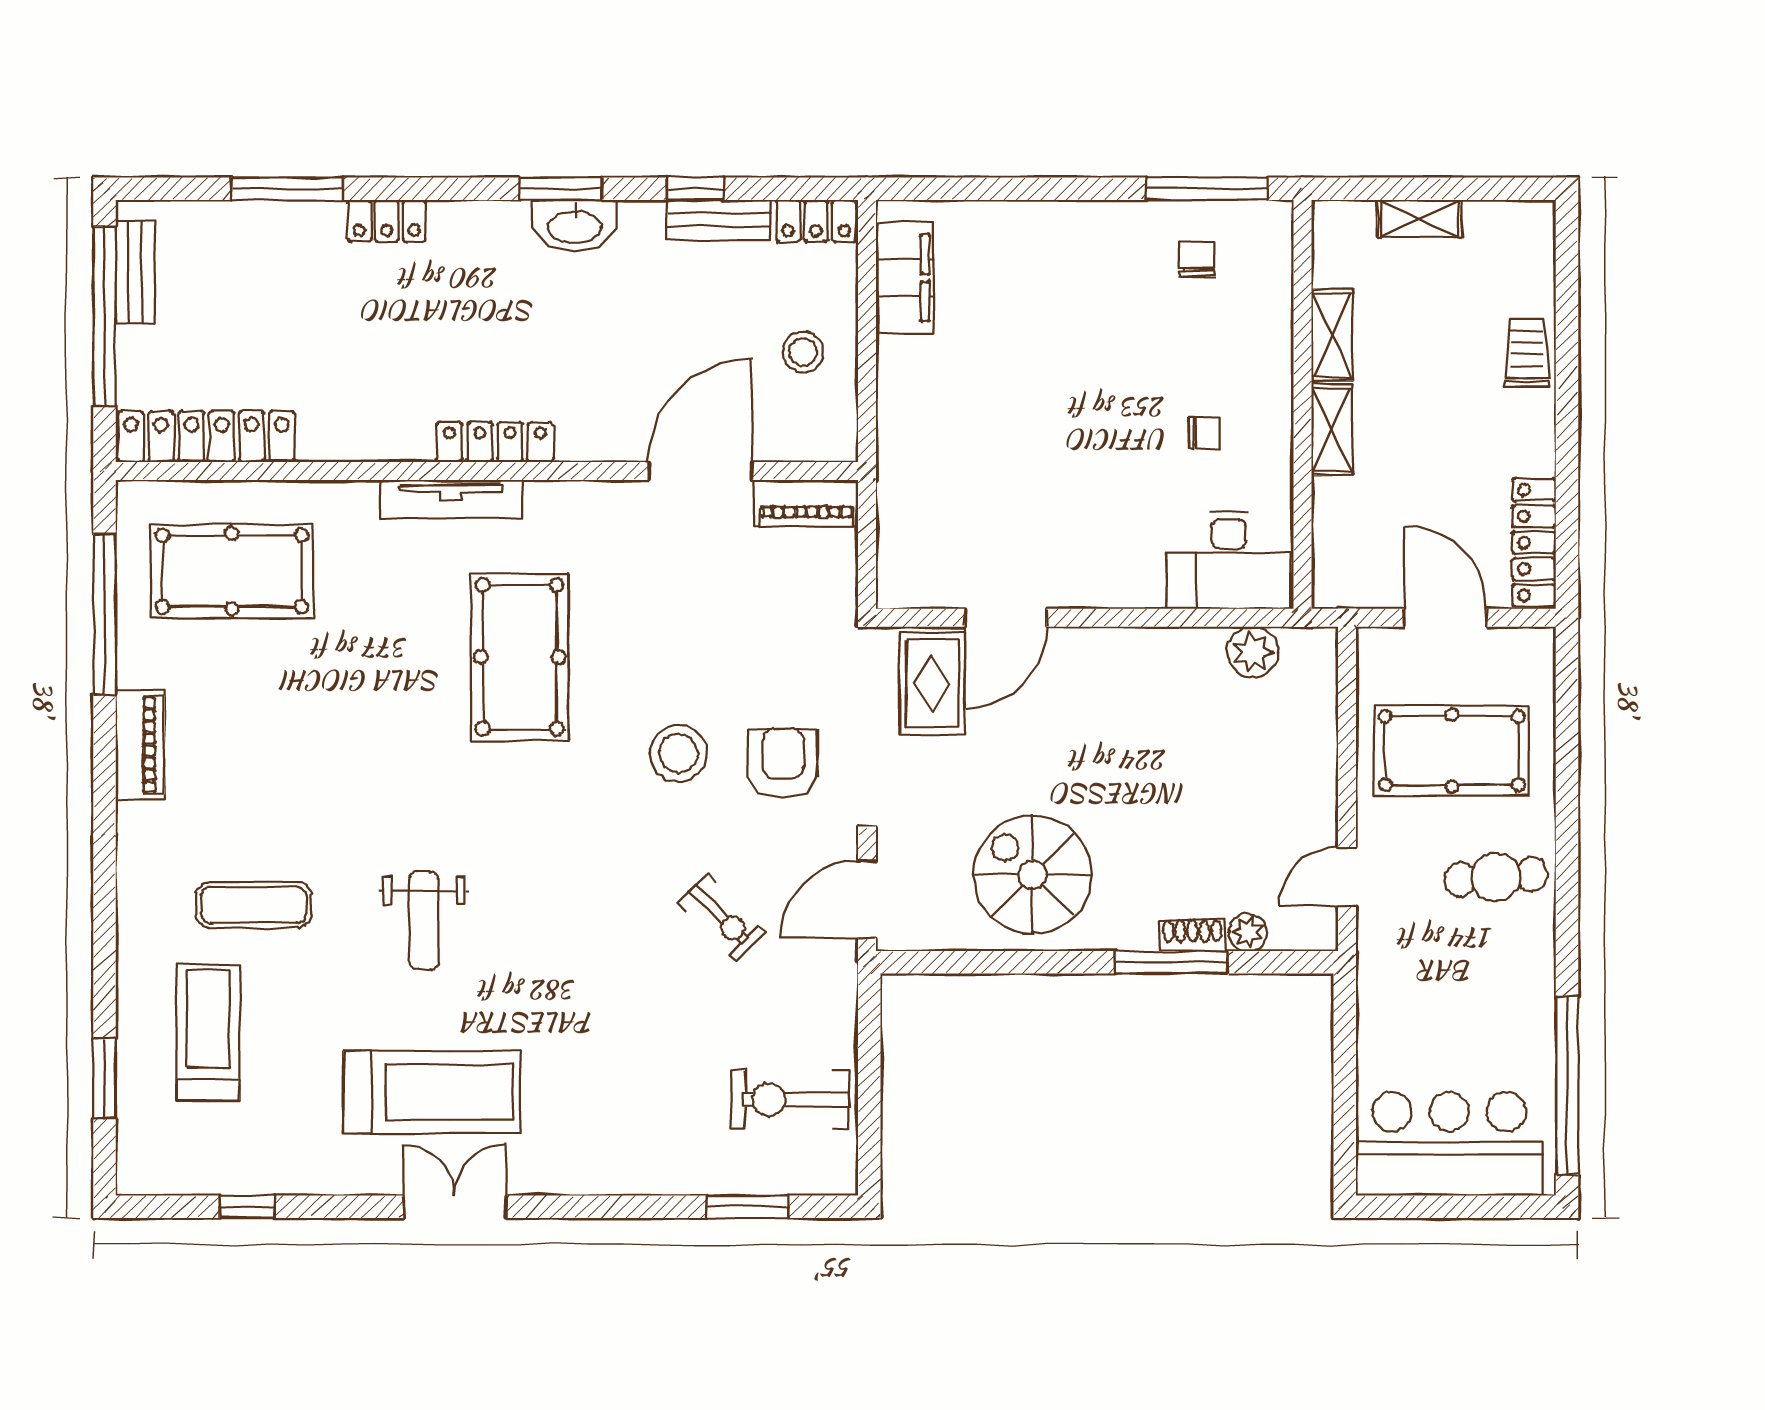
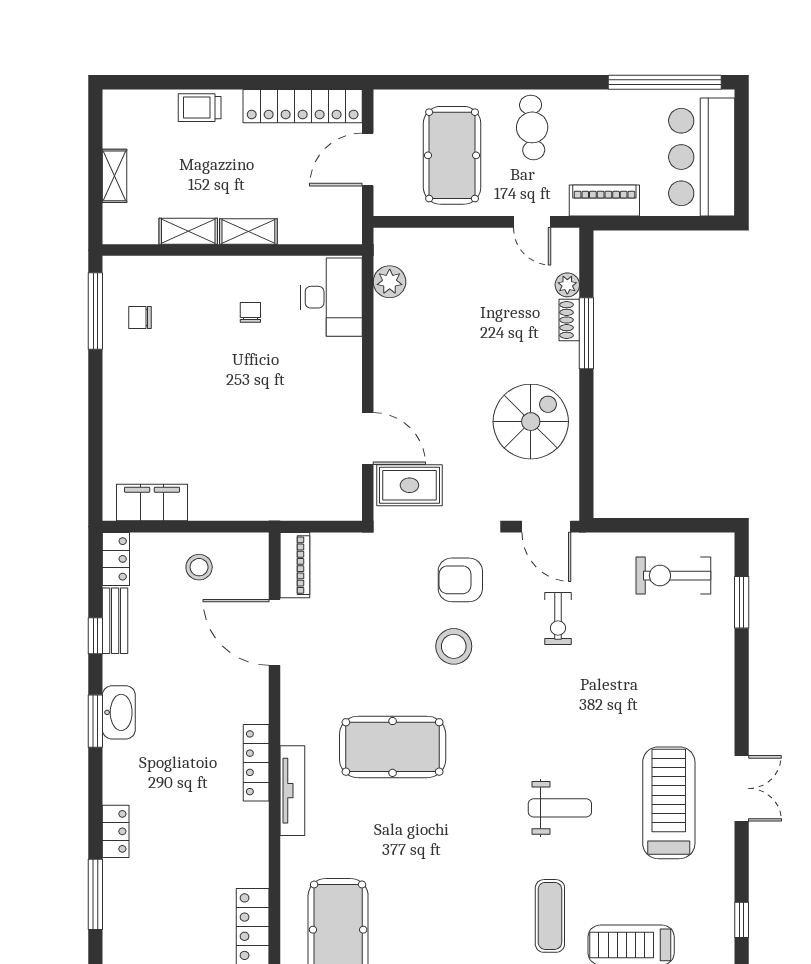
locker: (1534, 543) -> (303, 106), width x1.41, depth x1.21
spiral stairs: (1032, 875) -> (531, 422), turned 180
exercise bike: (722, 918) -> (558, 619), turned 135
piano: (1381, 991) -> (604, 201), added
exercise bike: (790, 1099) -> (673, 576), turned 90
double door: (455, 1207) -> (742, 788), swing flipped

